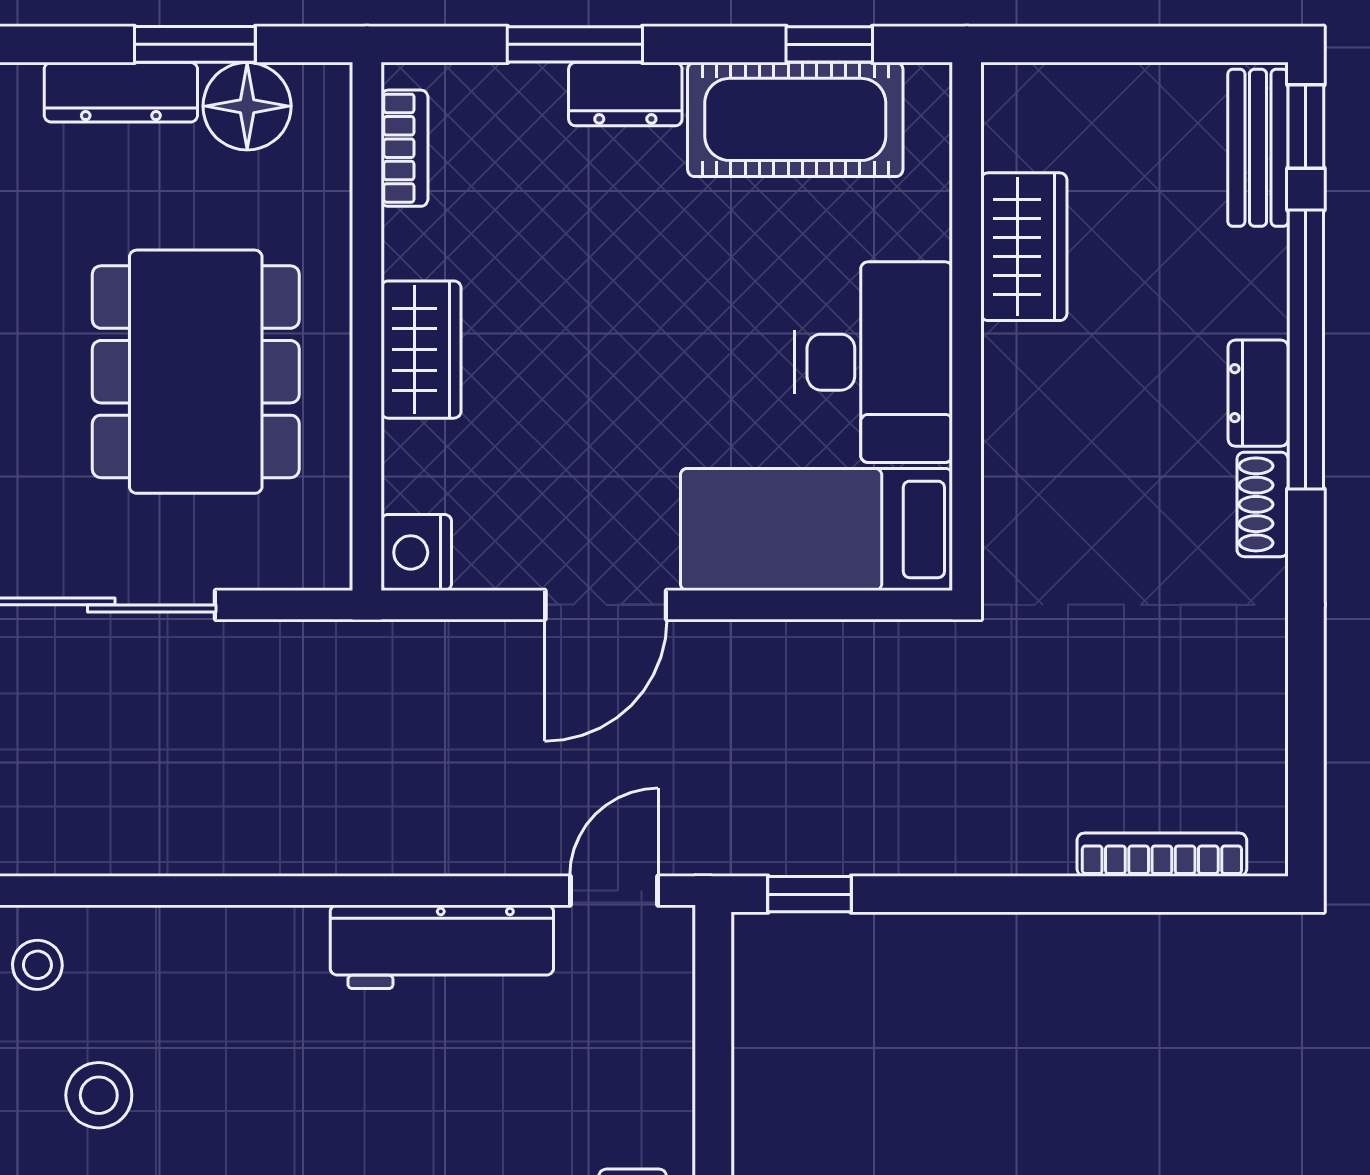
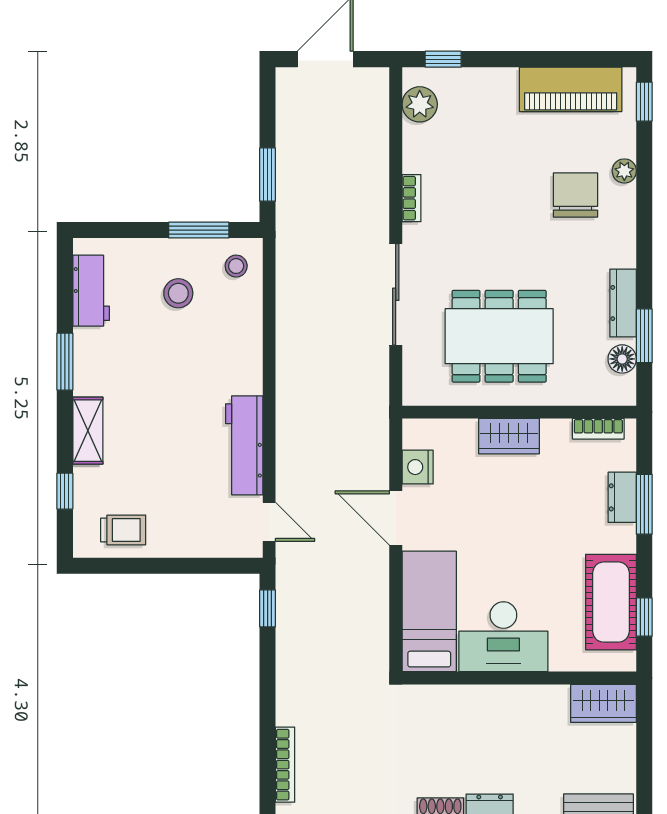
dresser: (625, 94) -> (622, 497), moved
floor lamp: (247, 106) -> (622, 359), width x0.73, depth x0.73
wardrobe: (1024, 247) -> (604, 703), moved
nightstand: (416, 552) -> (418, 467), moved, turned -90

